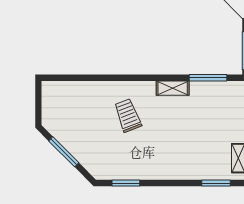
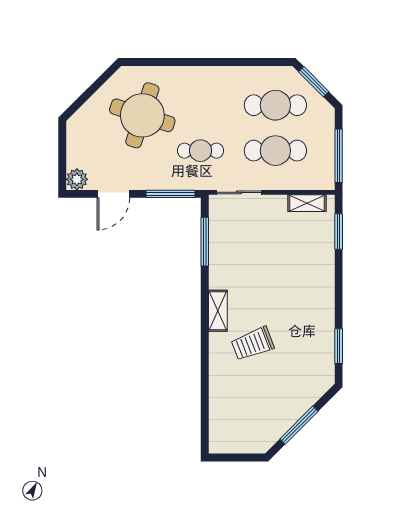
shelving: (173, 88) -> (218, 311), moved

